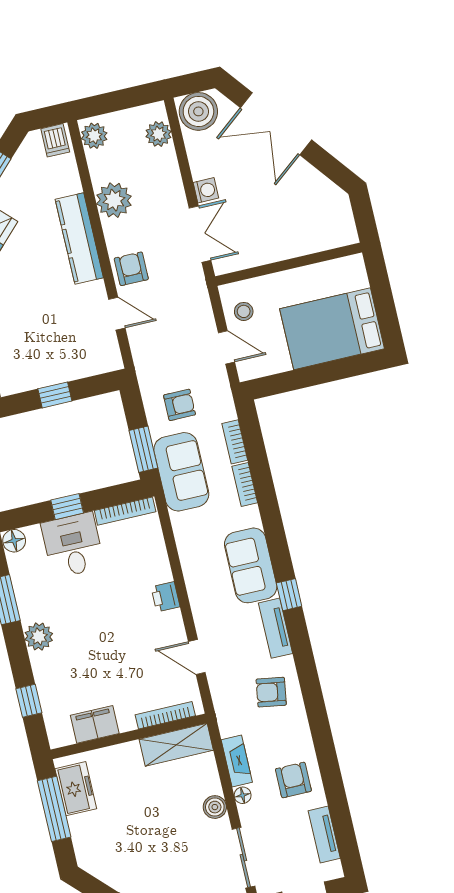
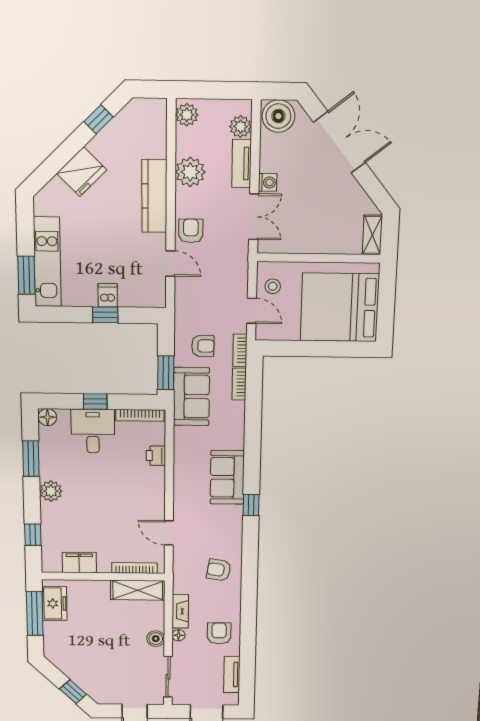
double door: (276, 124) -> (340, 142), swing flipped
dishwasher: (55, 140) -> (108, 295), moved, turned 180
shelving: (344, 221) -> (372, 235), added
bed: (332, 329) -> (340, 307), width x1.36
bookcase: (245, 484) -> (240, 350), moved
printer: (165, 597) -> (156, 456), moved
tv unit: (276, 628) -> (242, 164), moved

